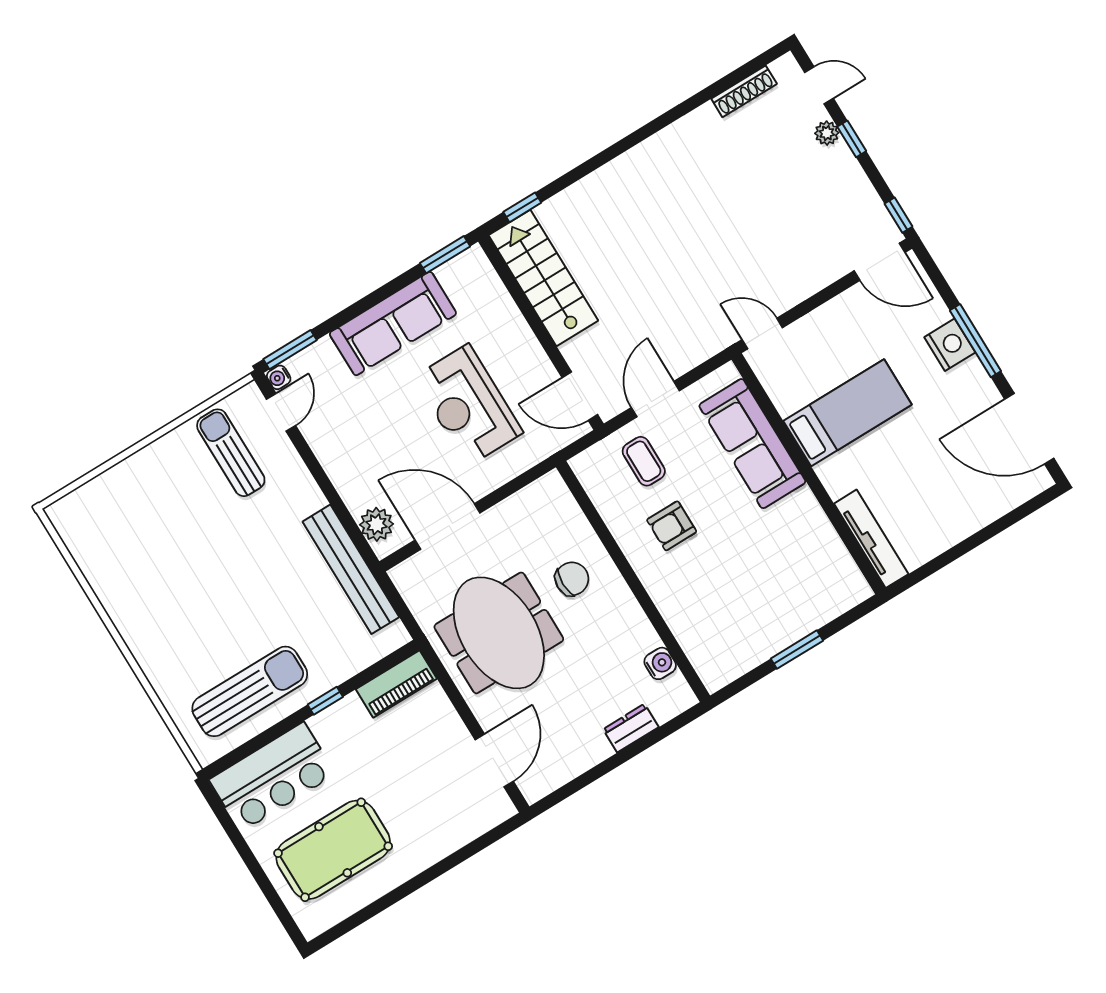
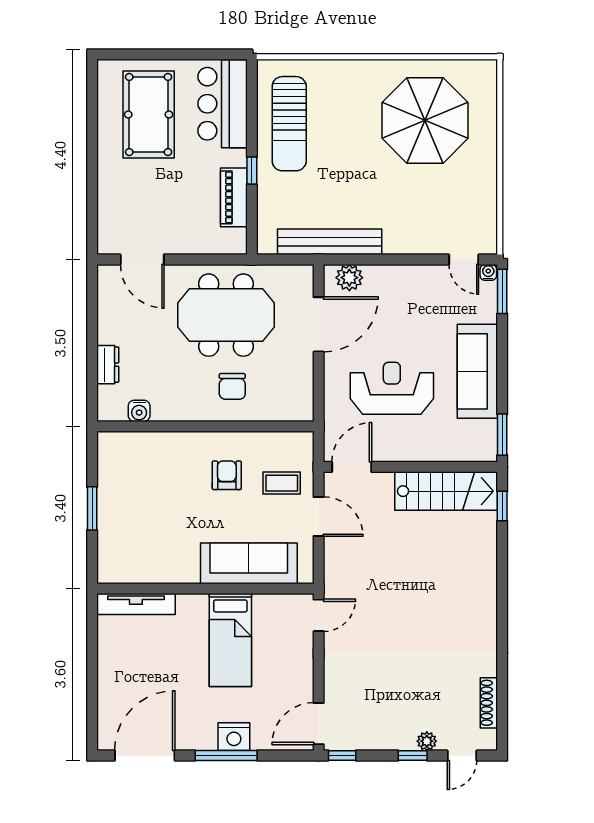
sun lounger: (231, 453) -> (457, 209), removed
parasol: (156, 547) -> (425, 120), added
piano: (396, 684) -> (234, 197), moved

